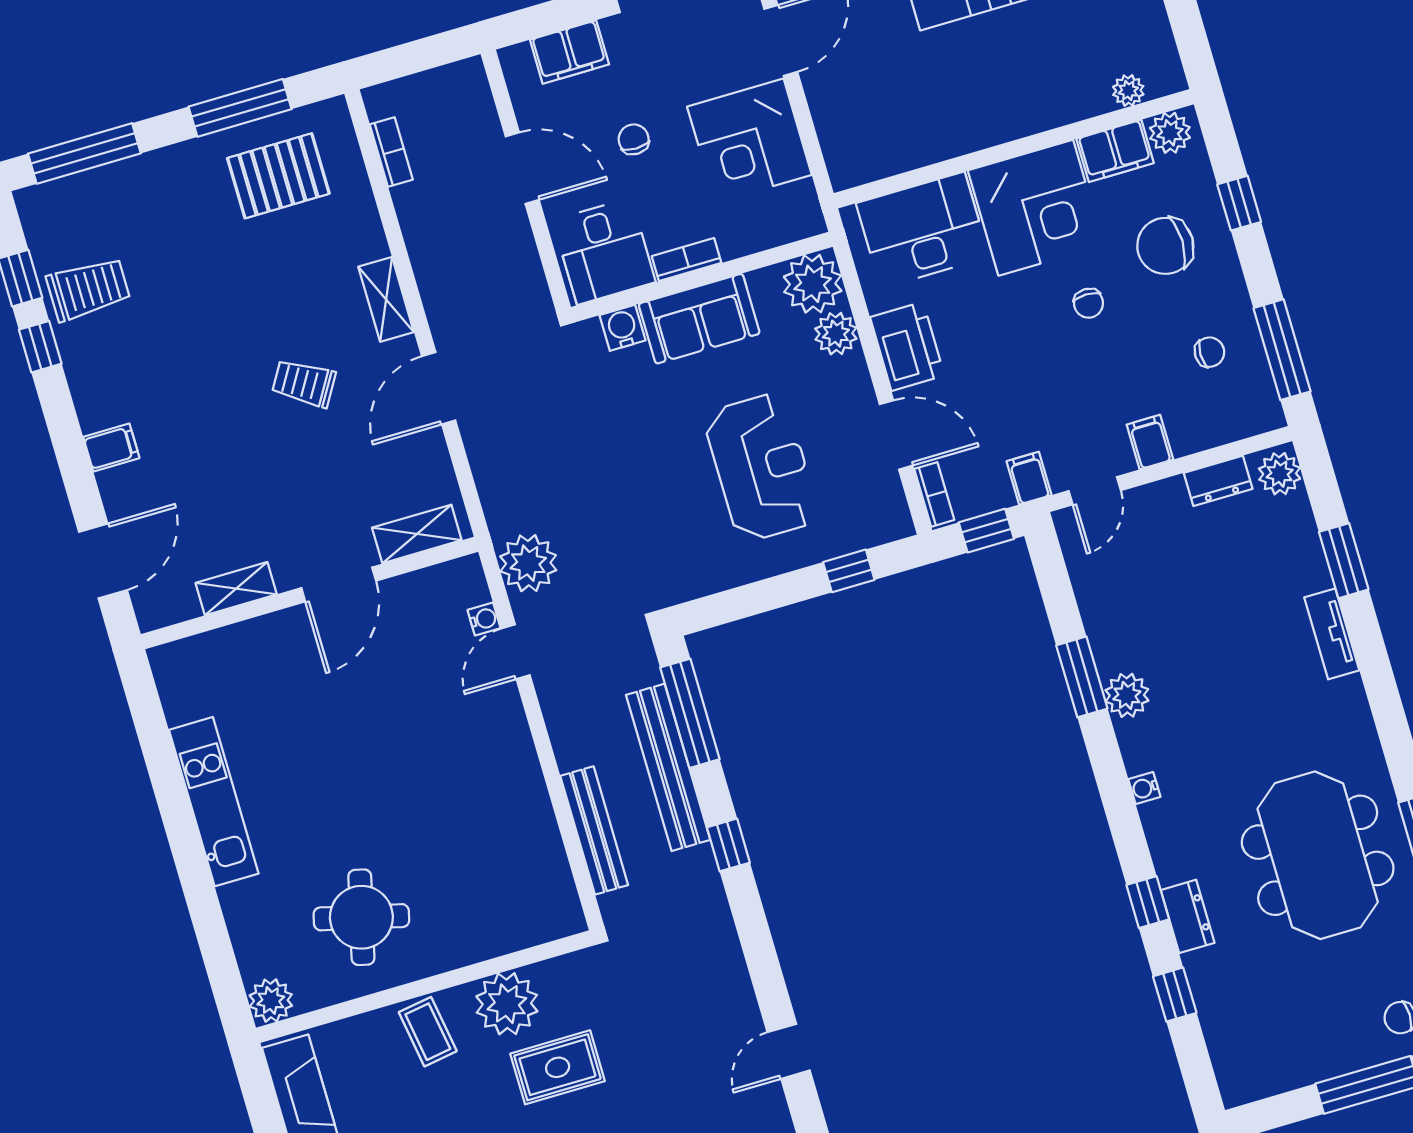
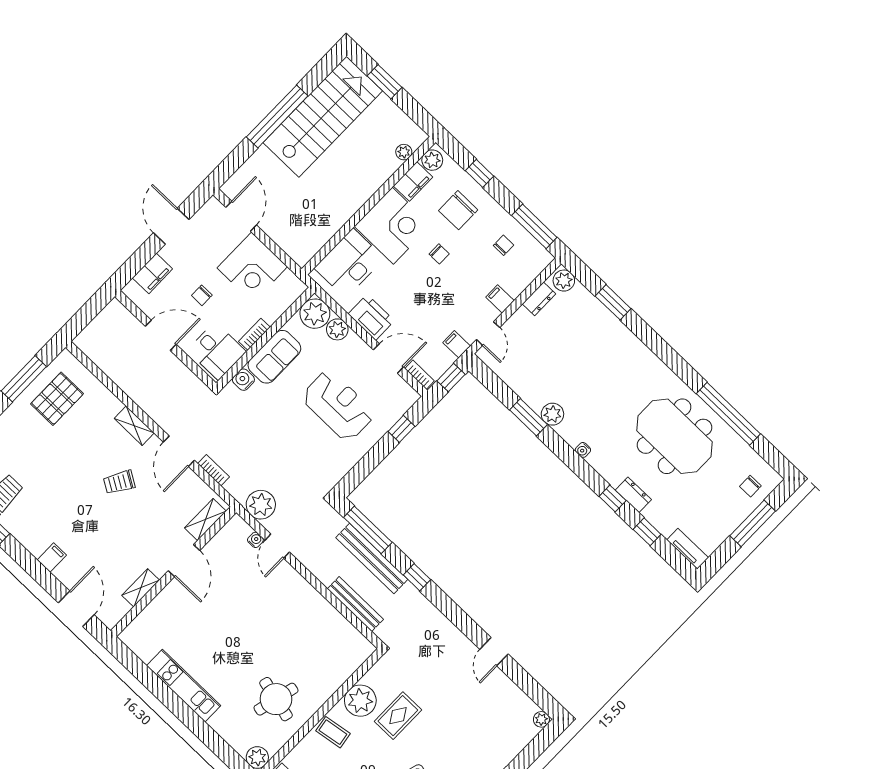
chair: (634, 139) -> (202, 295), turned -90
bookcase: (391, 152) -> (214, 470), moved
tv unit: (1332, 634) -> (688, 549), moved, turned 180

